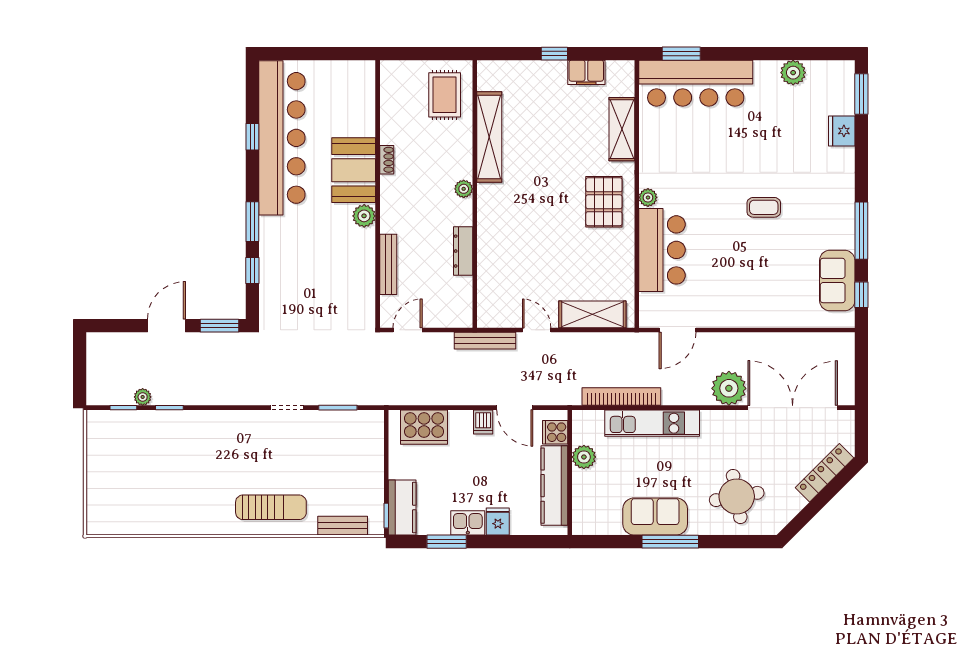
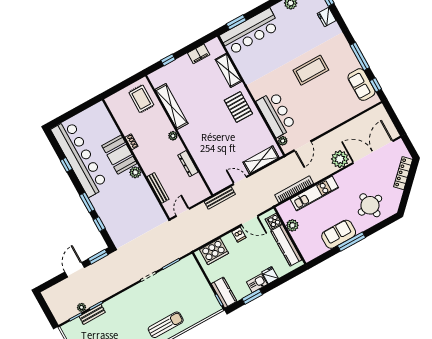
window: (554, 54) -> (168, 60), moved
plant: (648, 197) -> (283, 141), moved
coffee table: (764, 207) -> (311, 70), width x1.86, depth x1.72
bench: (343, 526) -> (92, 314), moved

